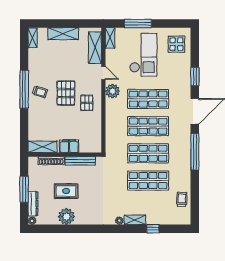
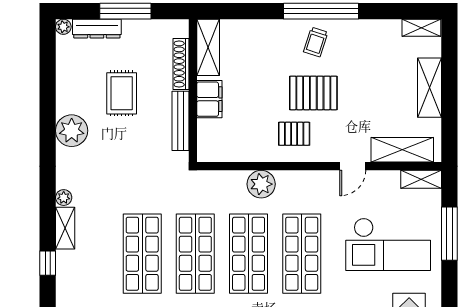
plant: (113, 91) -> (261, 184), moved
plant: (66, 217) -> (72, 131), moved

